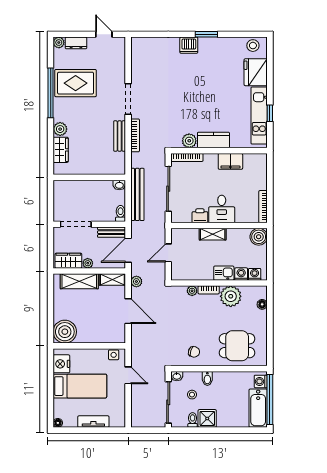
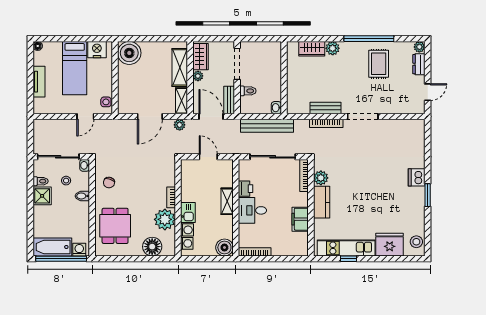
rug: (76, 83) -> (379, 64), width x0.73, depth x0.70
toilet: (120, 213) -> (248, 91), moved
plant: (192, 291) -> (170, 181), removed
floor lamp: (262, 304) -> (152, 247), width x1.89, depth x1.89

